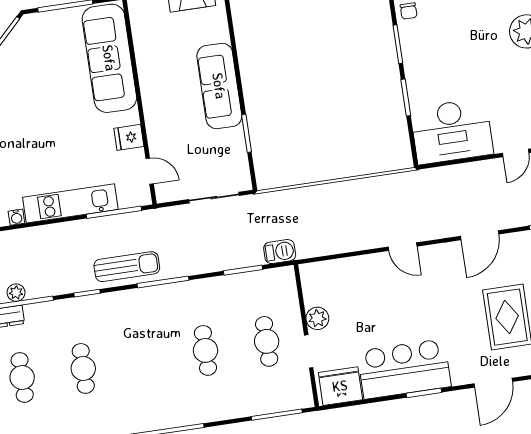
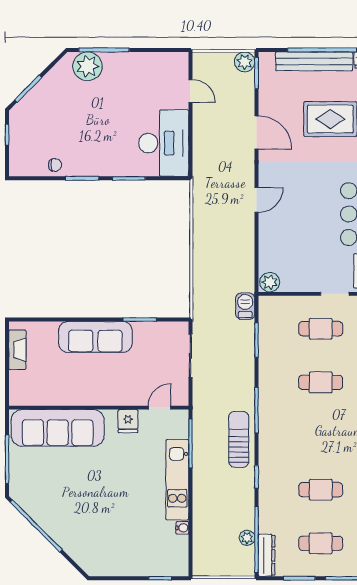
plant: (317, 318) -> (270, 282), moved

